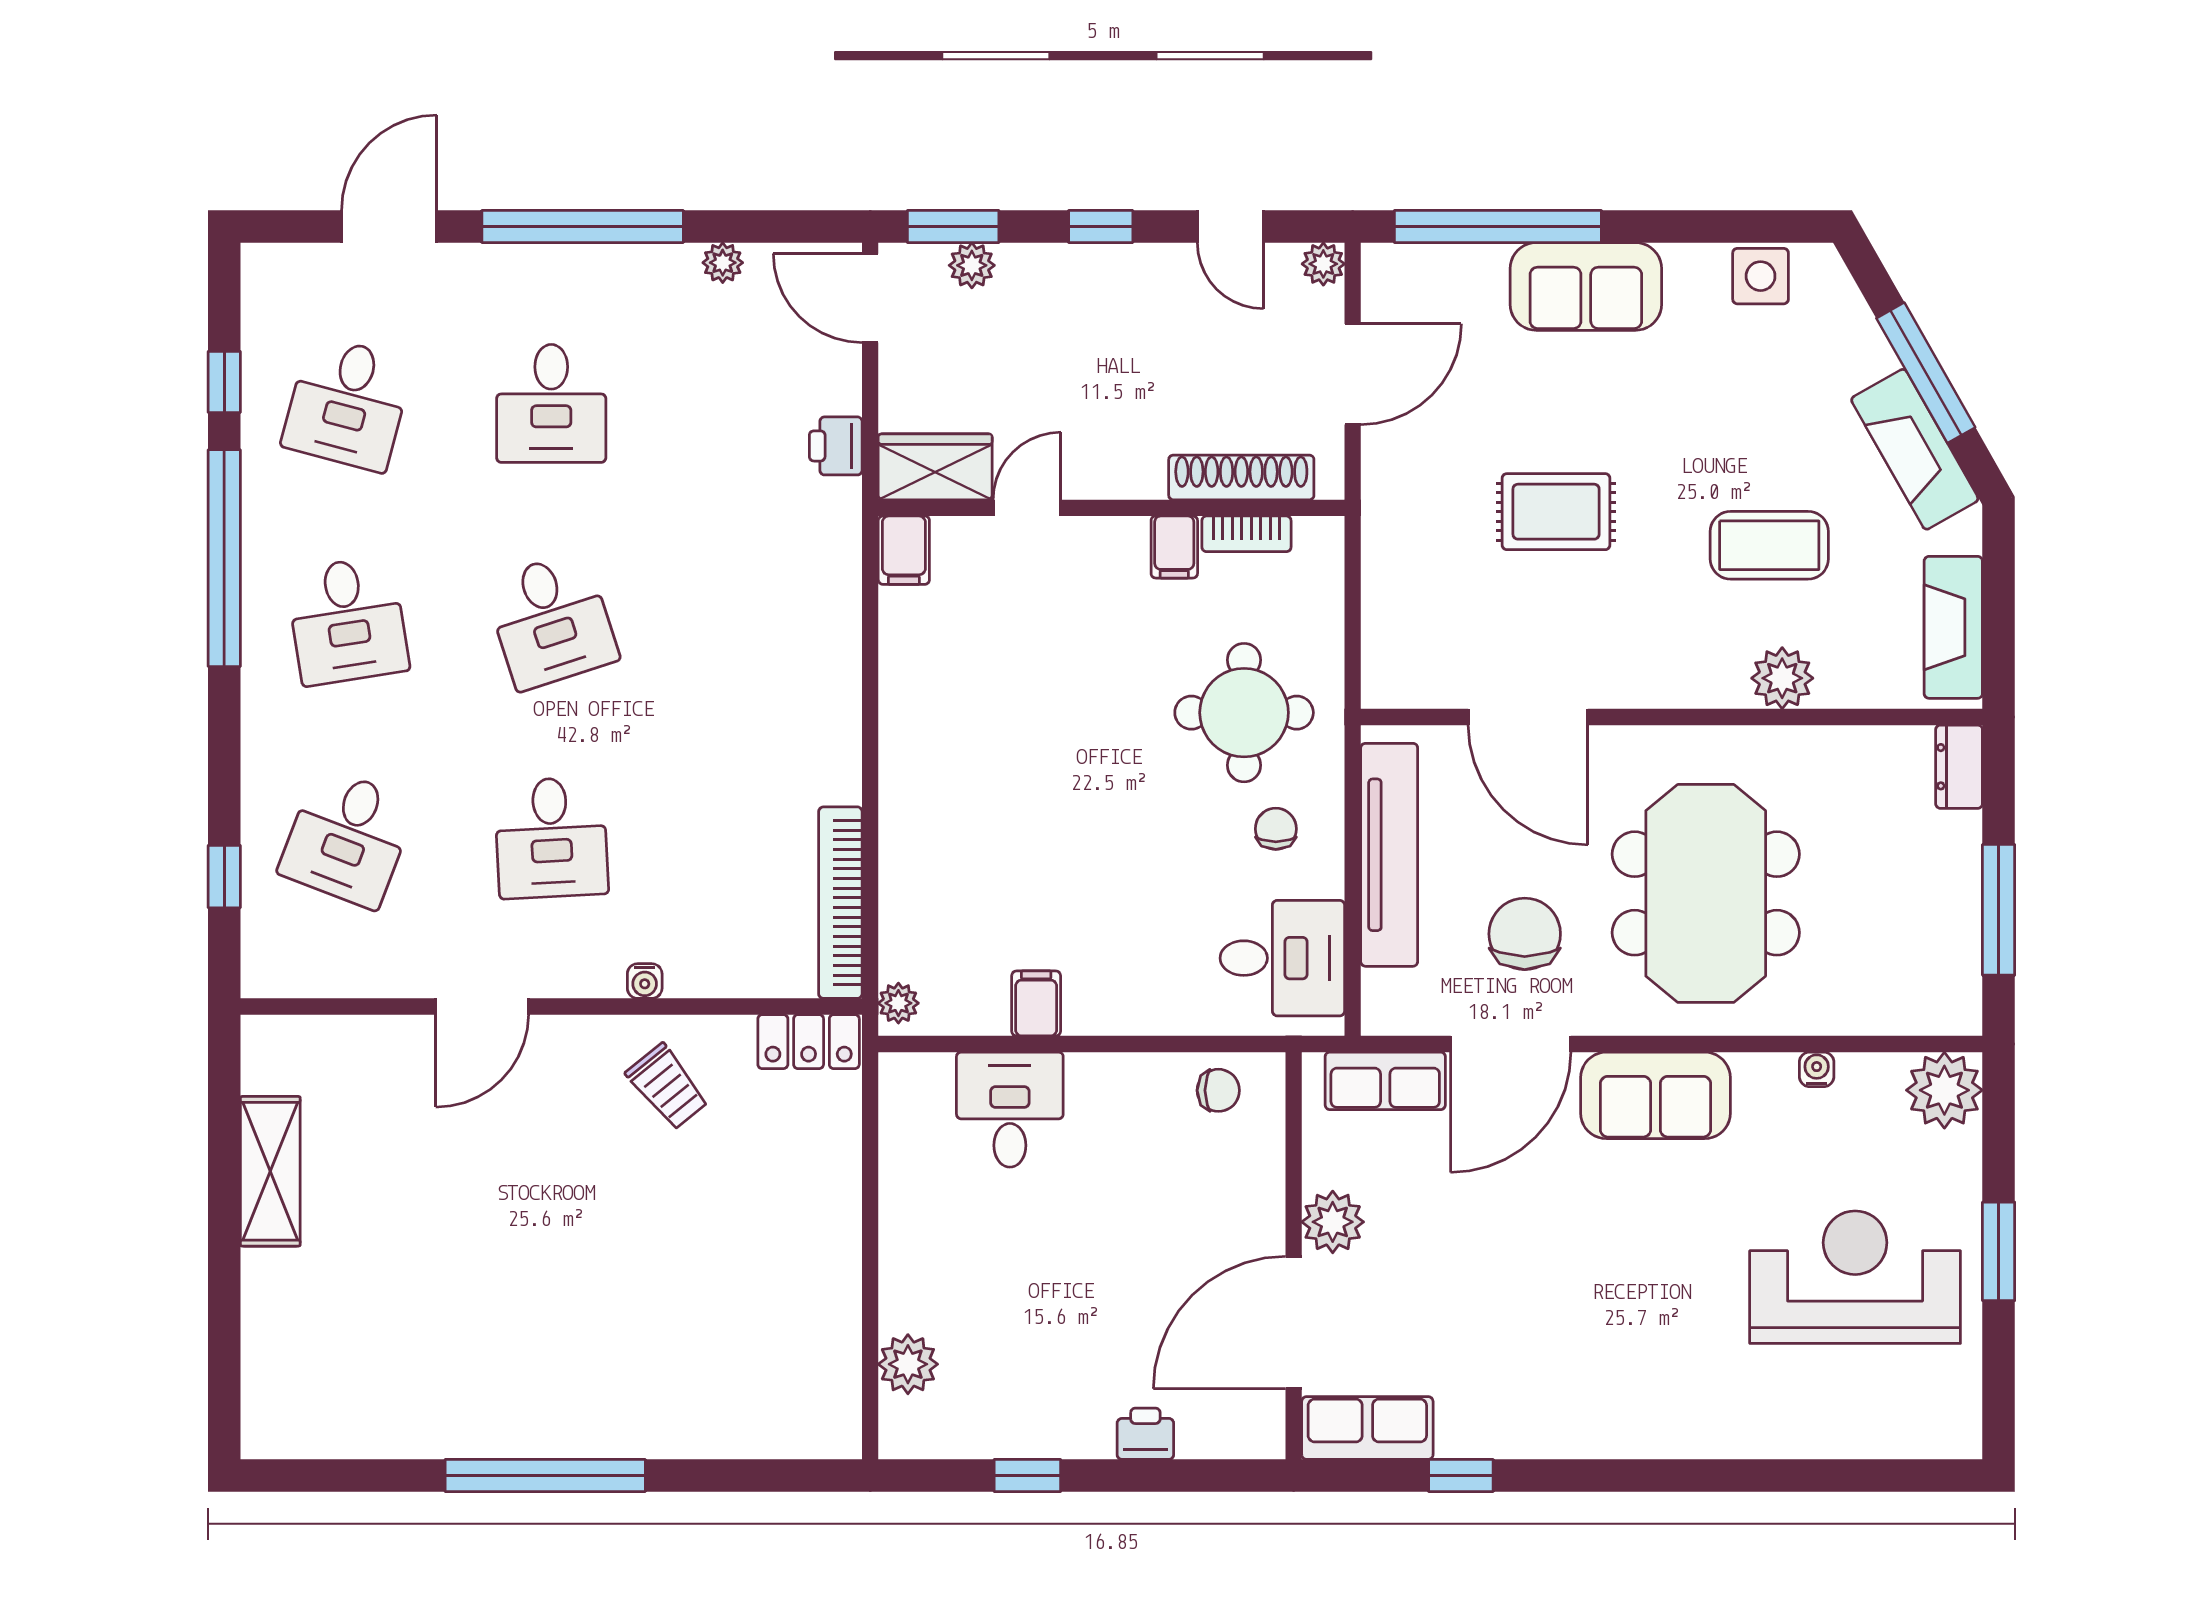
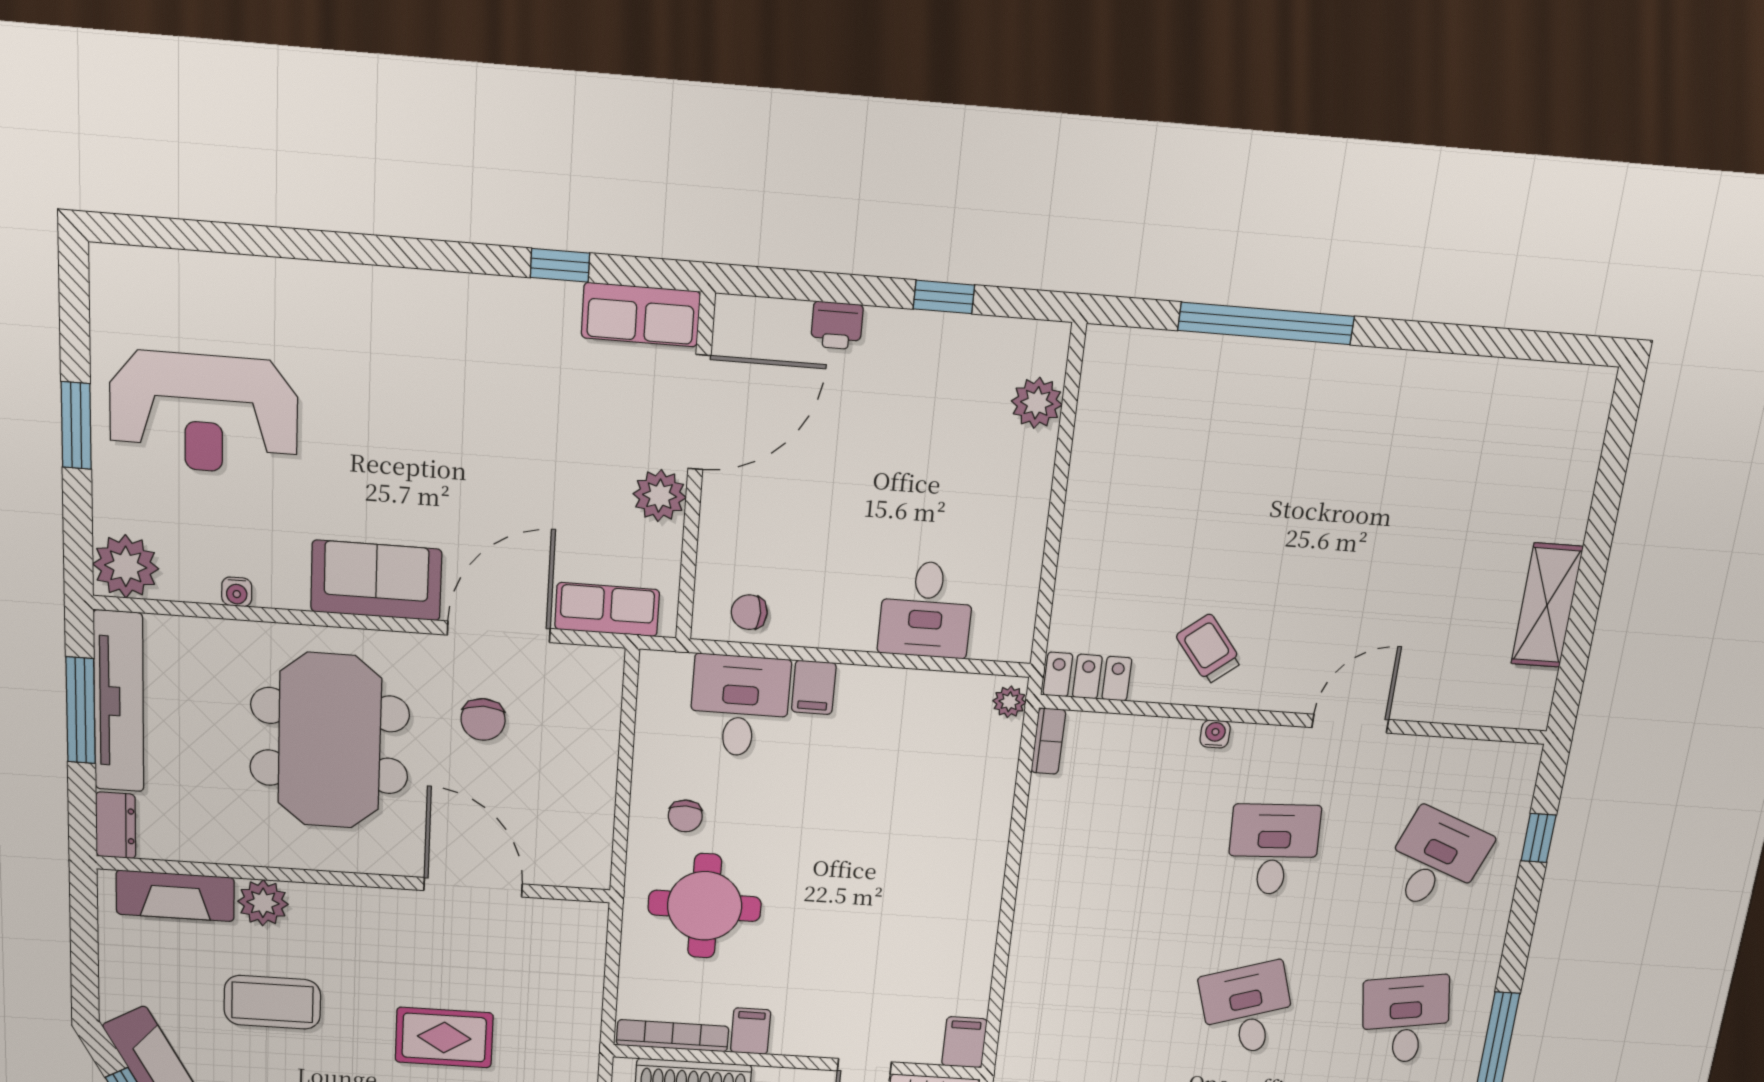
bookcase: (1246, 534) -> (673, 1036), width x1.56
fireplace: (1953, 627) -> (175, 896), moved, turned 90
tv unit: (1389, 855) -> (119, 702), moved, turned 180
bookcase: (840, 903) -> (1048, 741), width x0.43, depth x0.76
chair: (1525, 934) -> (483, 720), width x0.73, depth x0.73
desk: (1282, 958) -> (740, 706), moved, turned 90
filing cabinet: (1036, 1003) -> (814, 687), moved
window: (545, 1476) -> (1266, 323), moved

